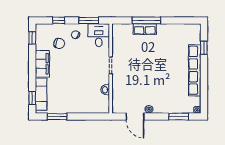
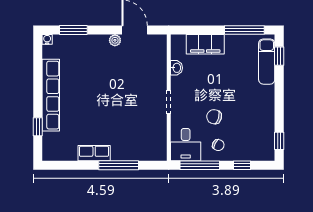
window: (89, 20) -> (200, 165), width x1.44
row of seats: (145, 29) -> (94, 153), moved
chair: (59, 43) -> (214, 117), moved
filing cabinet: (42, 64) -> (205, 44), moved, turned -90
window: (57, 117) -> (244, 30), width x1.44

